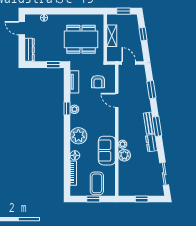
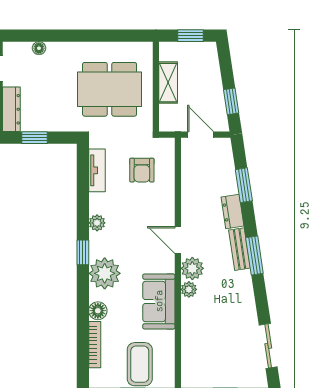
window: (143, 34) -> (231, 101), moved
window: (53, 65) -> (35, 138), moved
door: (117, 100) -> (178, 240), moved
window: (67, 108) -> (83, 252), moved
dresser: (151, 143) -> (233, 211), moved
plant: (124, 155) -> (192, 268), moved

